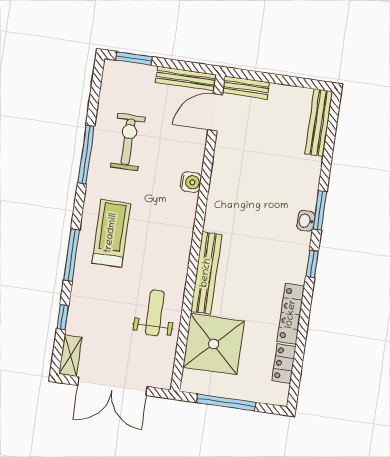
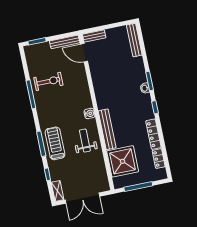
door: (215, 112) -> (84, 53), hinge flipped
exercise bike: (128, 142) -> (48, 81), turned 90
water cooler: (191, 182) -> (89, 113), moved
treadmill: (111, 233) -> (55, 143), moved
weight bench: (155, 313) -> (85, 141), moved

